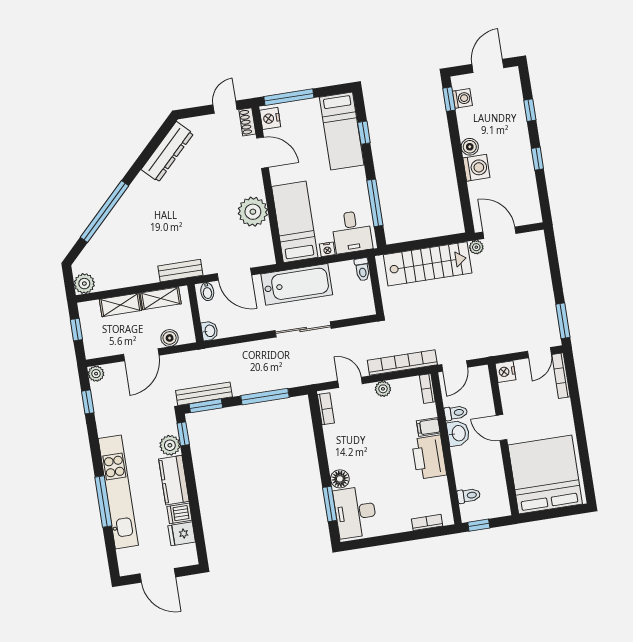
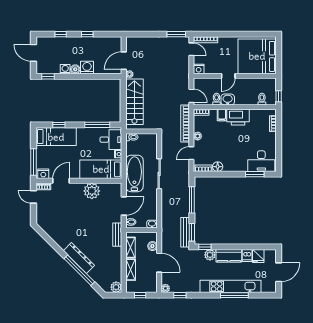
washing machine: (462, 98) -> (65, 69), moved
dresser: (167, 152) -> (79, 258), moved
floor lamp: (340, 479) -> (218, 167), moved

